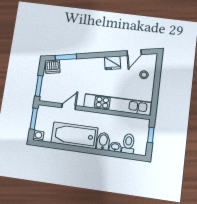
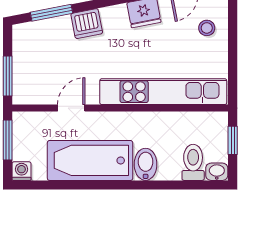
dishwasher: (53, 67) -> (87, 24), moved
washbasin: (115, 147) -> (217, 172), moved

